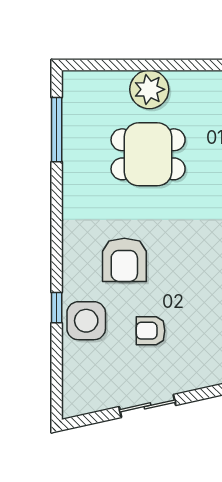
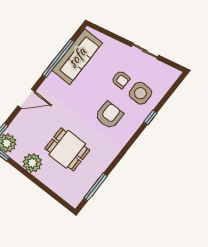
plant: (149, 89) -> (32, 163), moved
side table: (86, 321) -> (140, 93), moved

